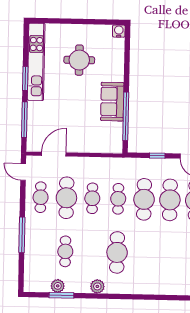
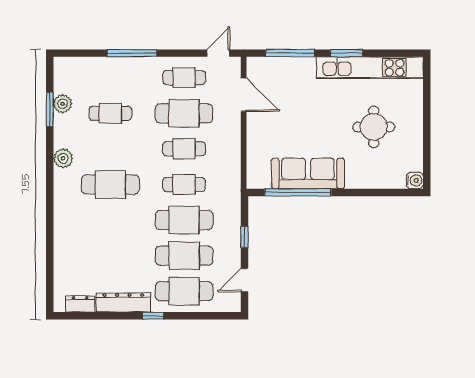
sofa: (112, 102) -> (308, 174), width x1.36

